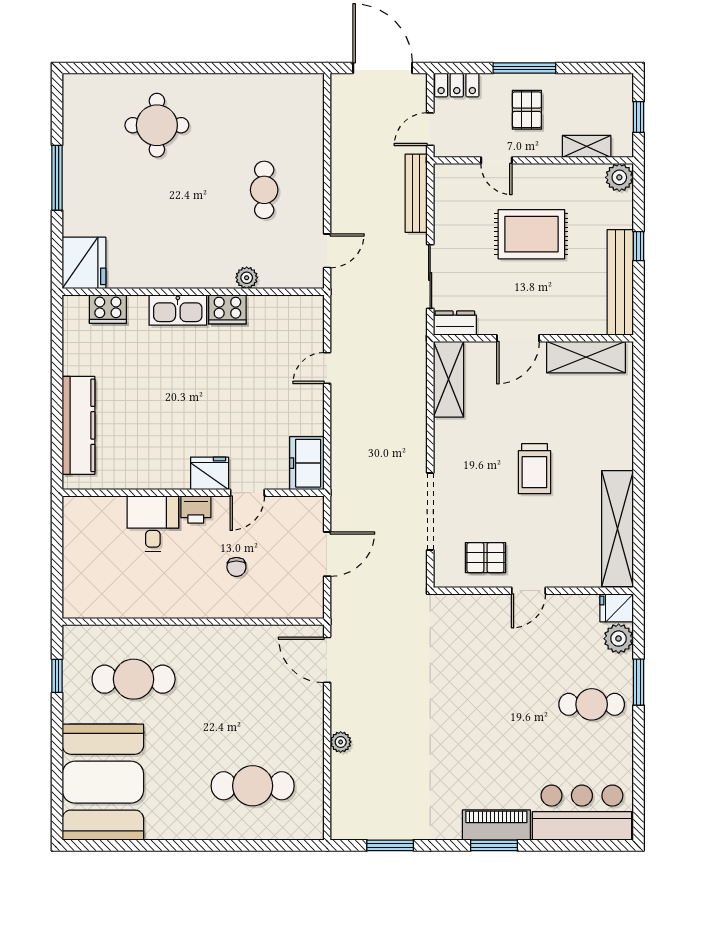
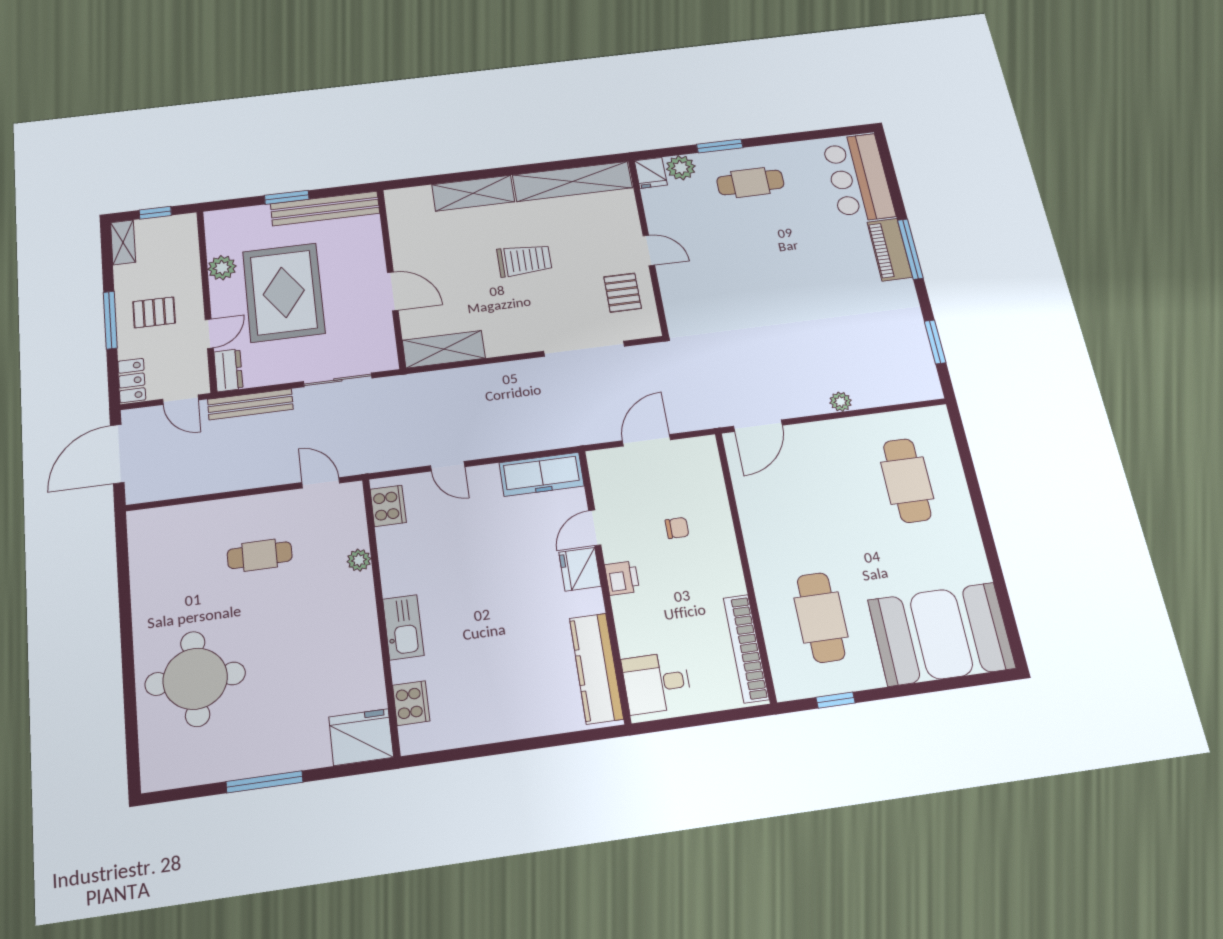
round table: (157, 125) -> (195, 679), width x1.36, depth x1.36
shelving: (587, 146) -> (123, 242), moved
plant: (619, 177) -> (222, 268), moved
rug: (531, 234) -> (284, 292), width x1.37, depth x1.44
window: (638, 246) -> (287, 197), width x1.50
cooker: (227, 309) -> (388, 506), moved
dresser: (455, 323) -> (228, 370), moved, turned 180
shelving: (586, 357) -> (473, 193), moved, turned 90
kitchen counter: (78, 425) -> (596, 668), moved, turned -90
freezer: (307, 463) -> (542, 474), width x1.40
door: (247, 493) -> (595, 528), swing flipped
desk: (153, 524) -> (657, 683), moved
door: (327, 554) -> (646, 440), hinge flipped
bookcase: (115, 607) -> (746, 648), added
cafe table: (592, 704) -> (750, 182), turned 90
window: (494, 845) -> (910, 249), width x1.44

